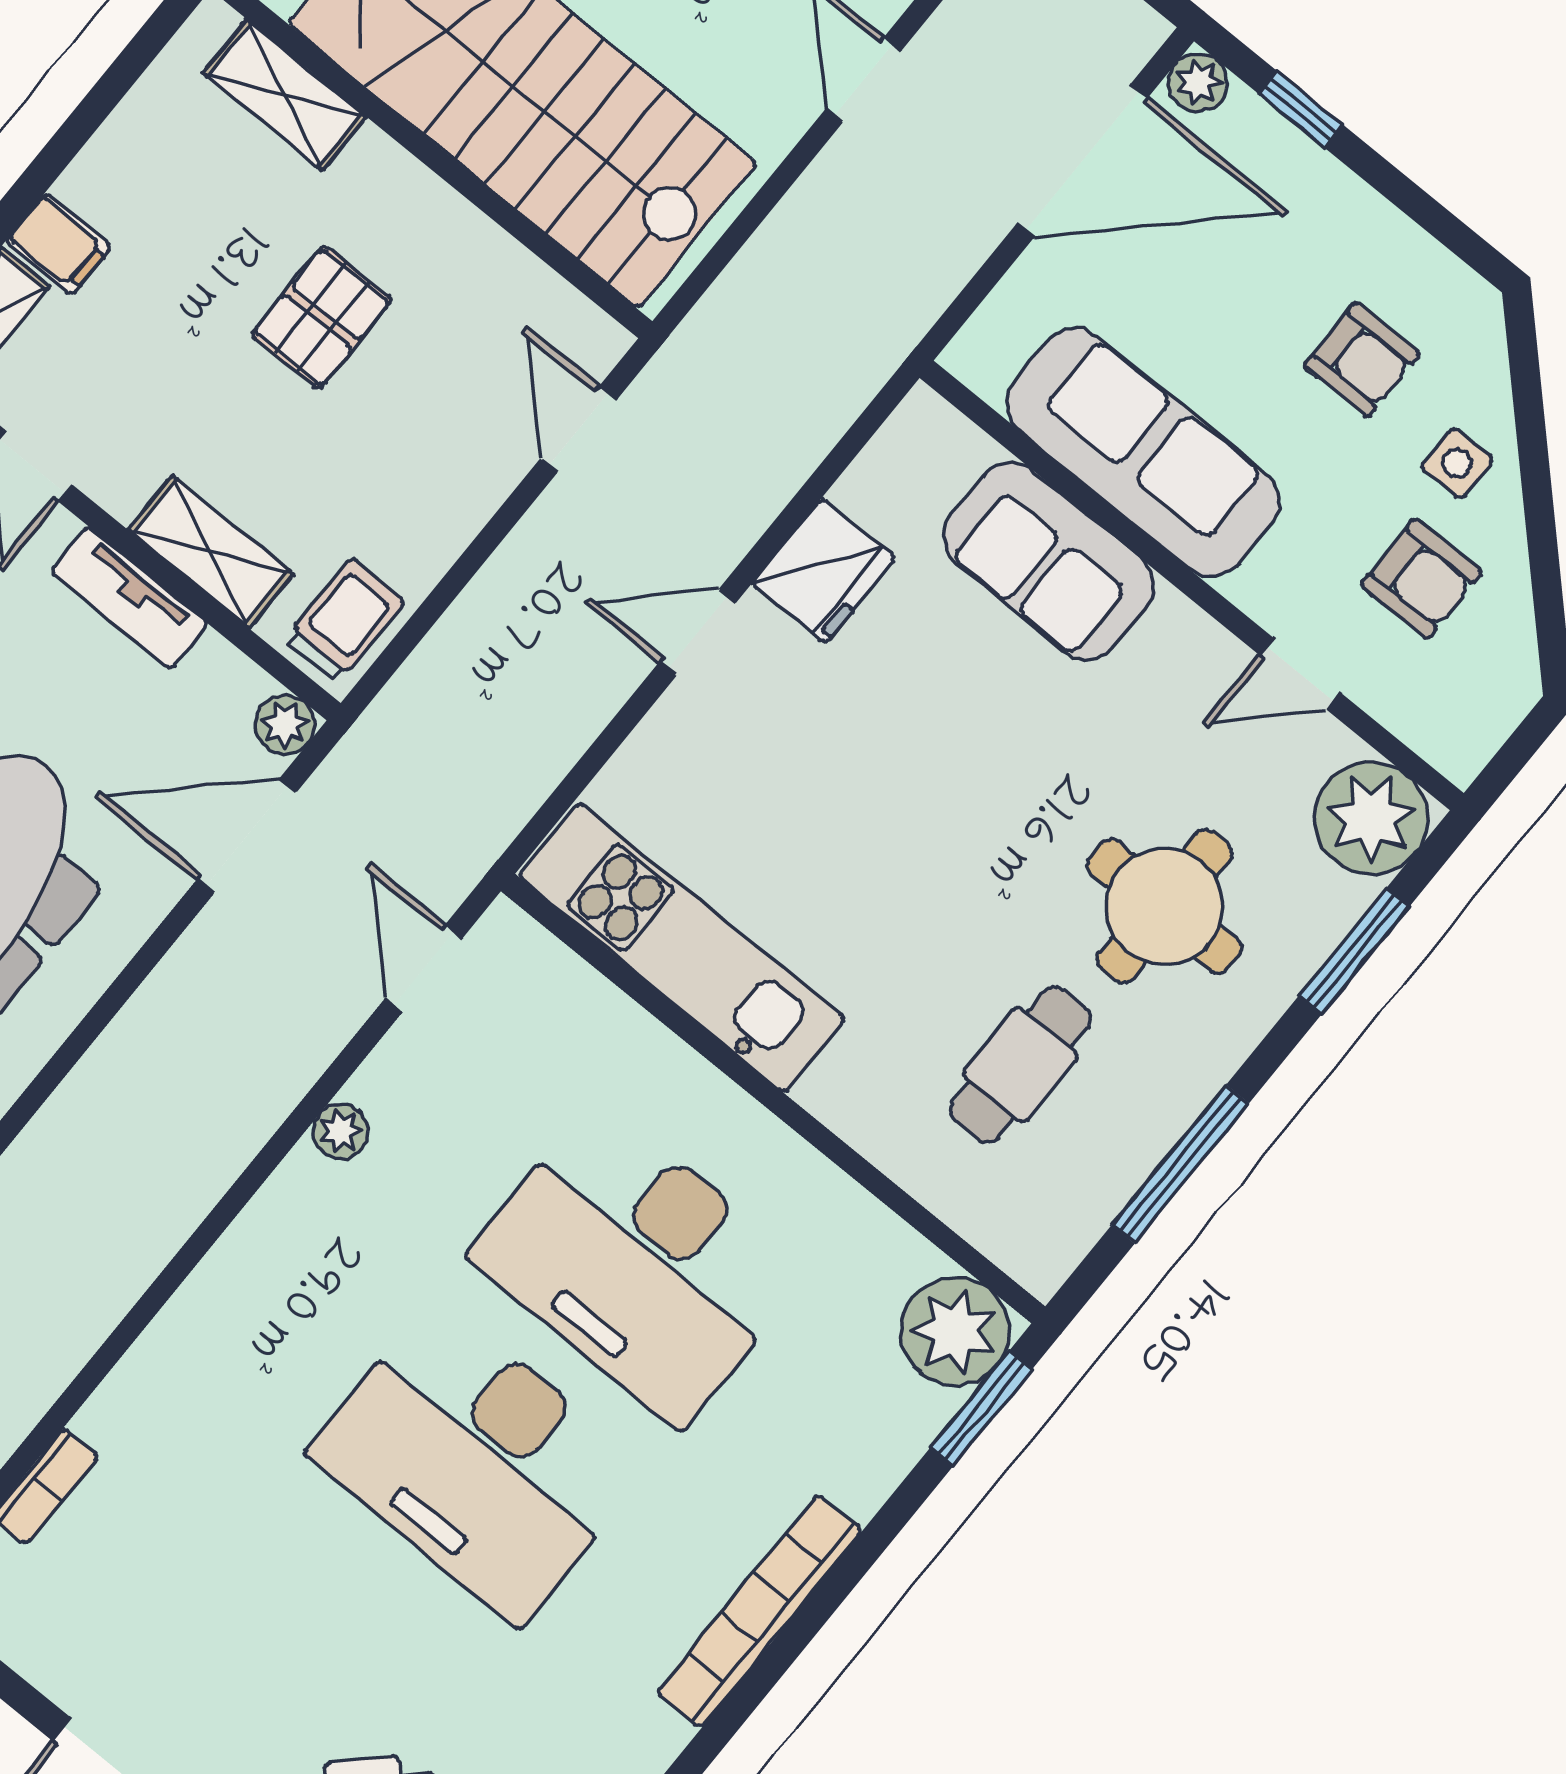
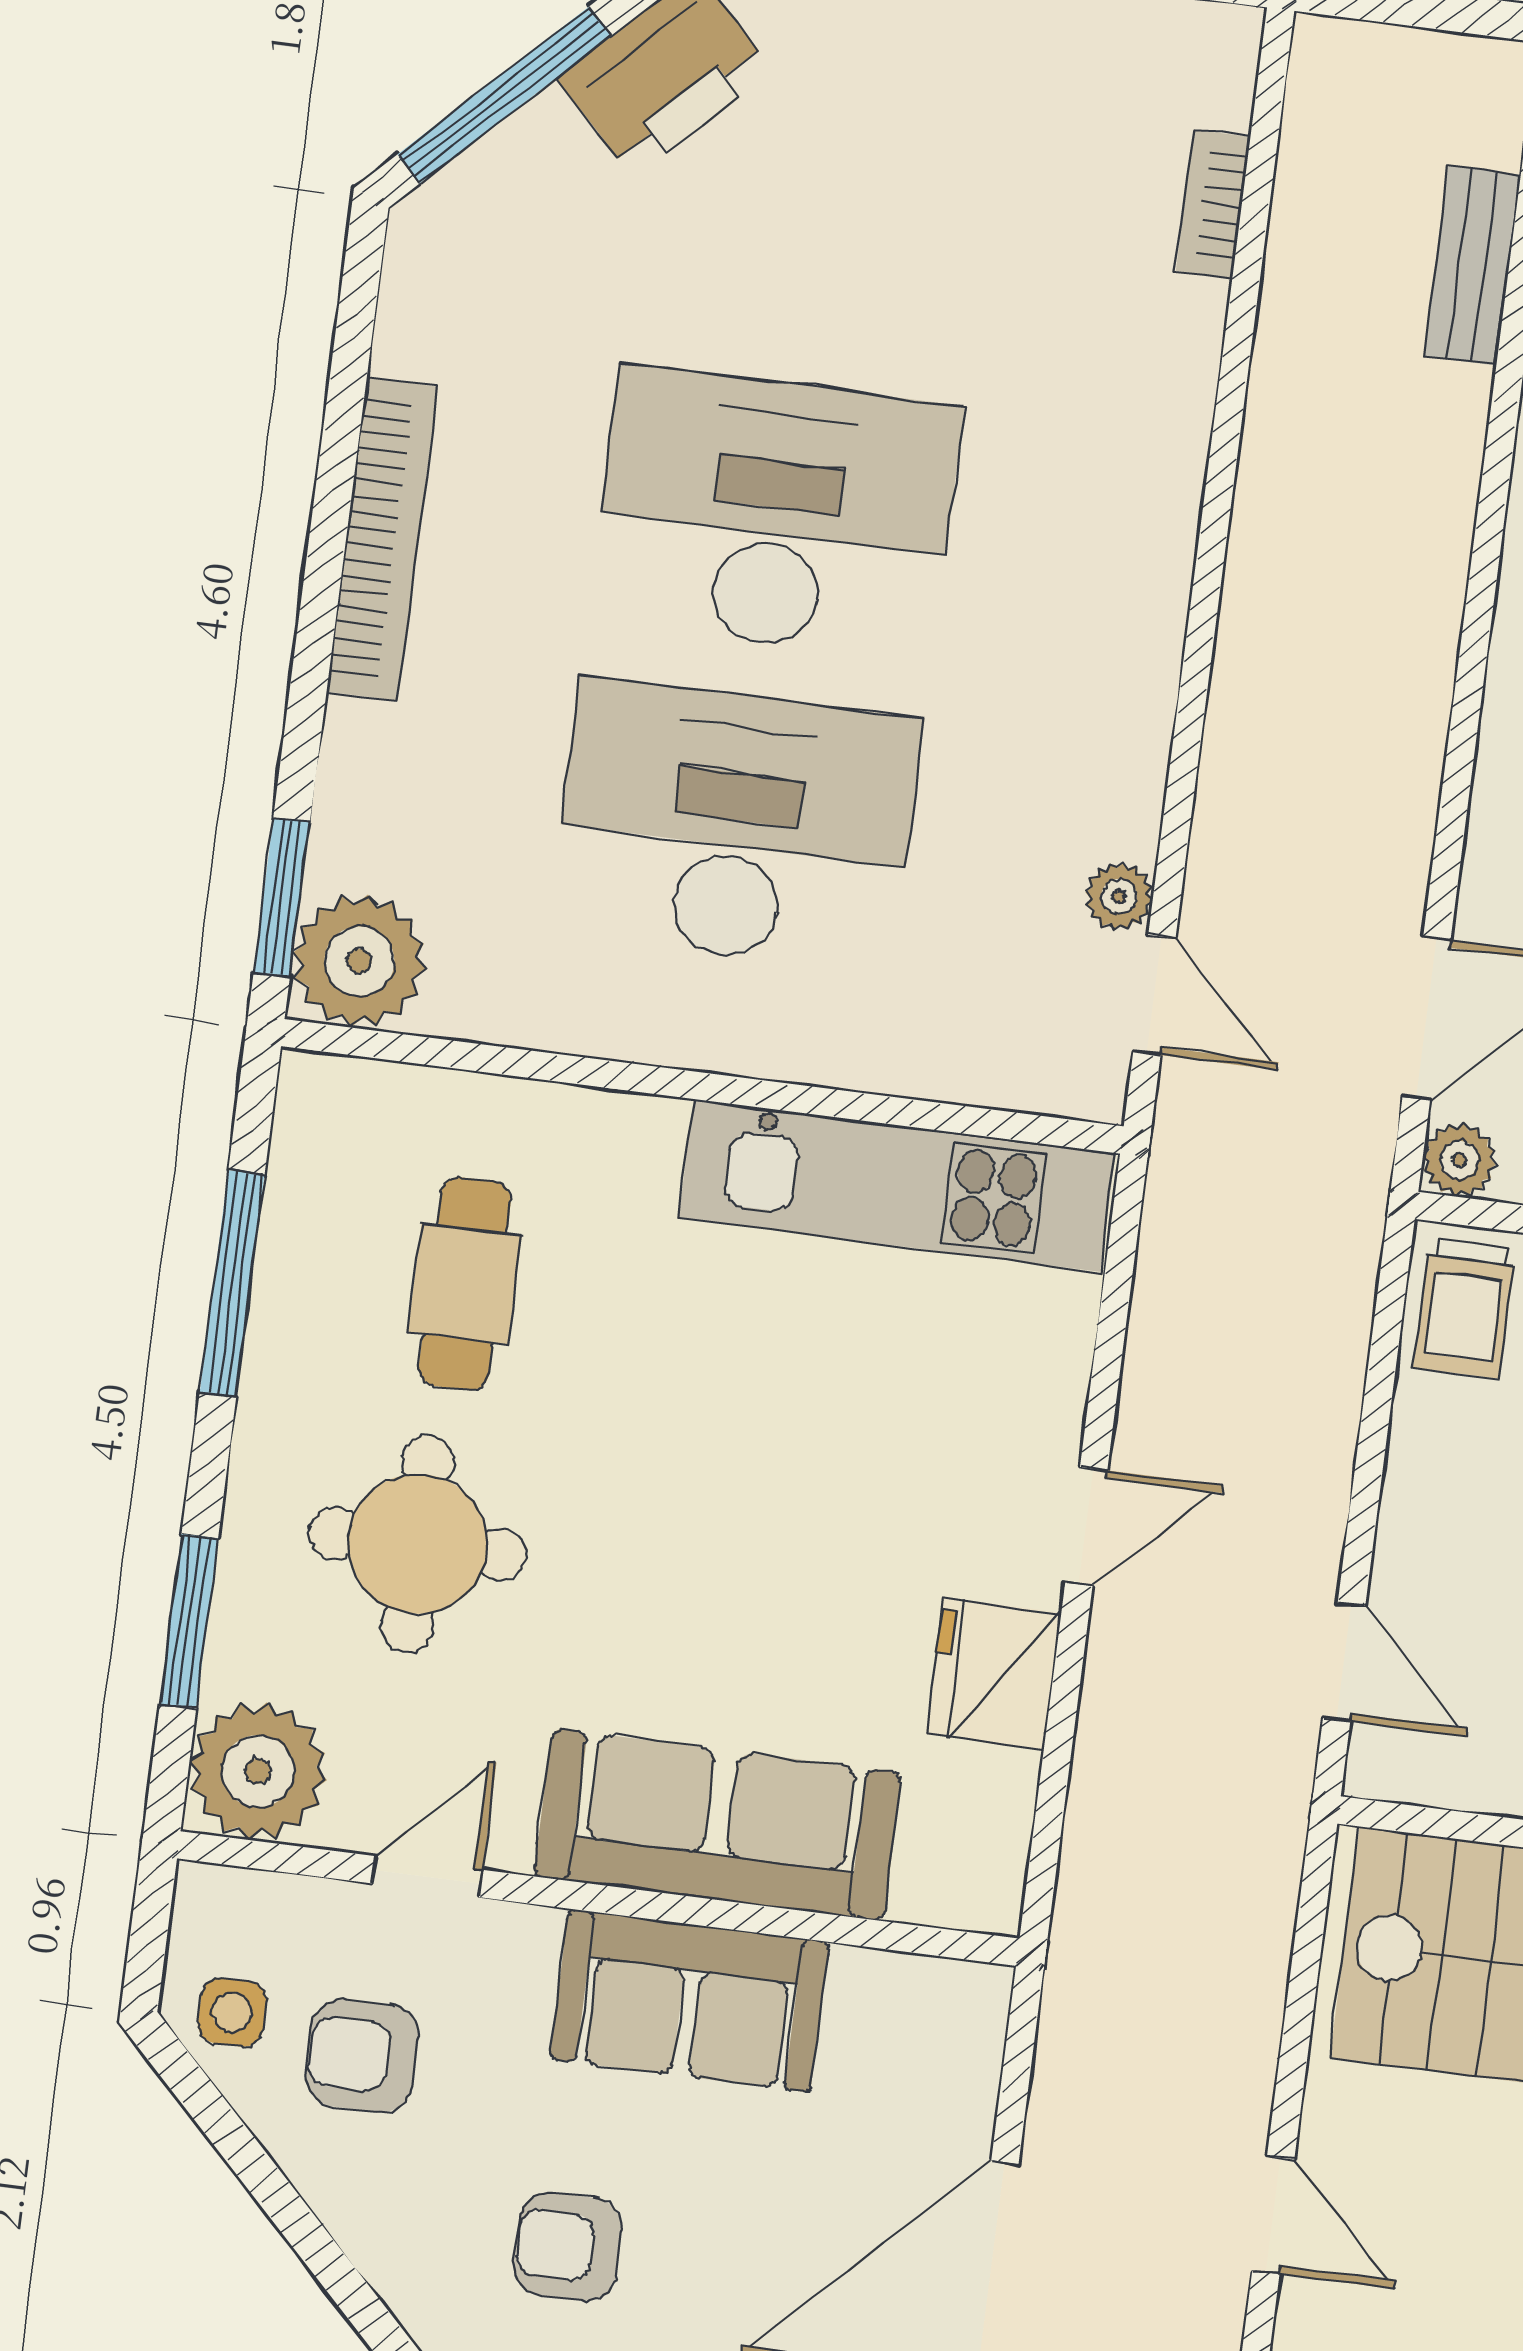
sofa: (1143, 452) -> (689, 2001), width x0.73
side table: (1457, 463) -> (232, 2012), moved
sofa: (1049, 561) -> (718, 1825), width x1.36
plant: (340, 1131) -> (1119, 896), moved

